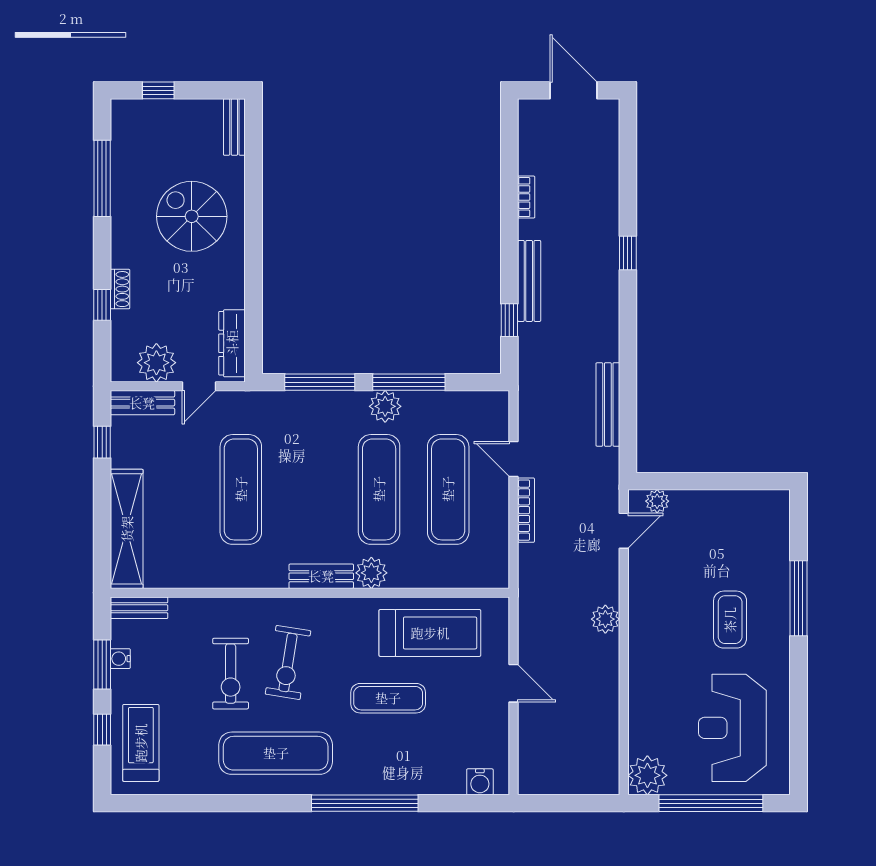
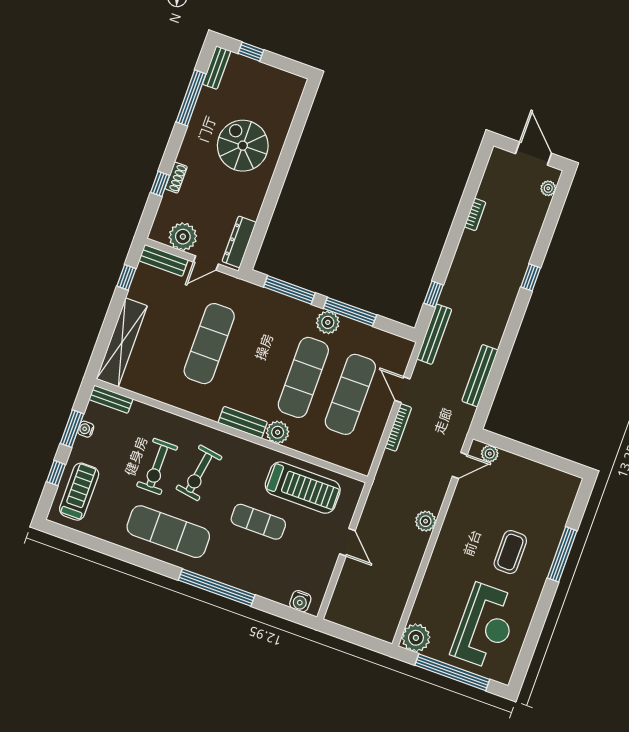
bench: (234, 127) -> (217, 68), moved
plant: (609, 129) -> (548, 188), added
bench: (529, 281) -> (434, 334), moved
reception desk: (732, 728) -> (485, 626), turned 180

